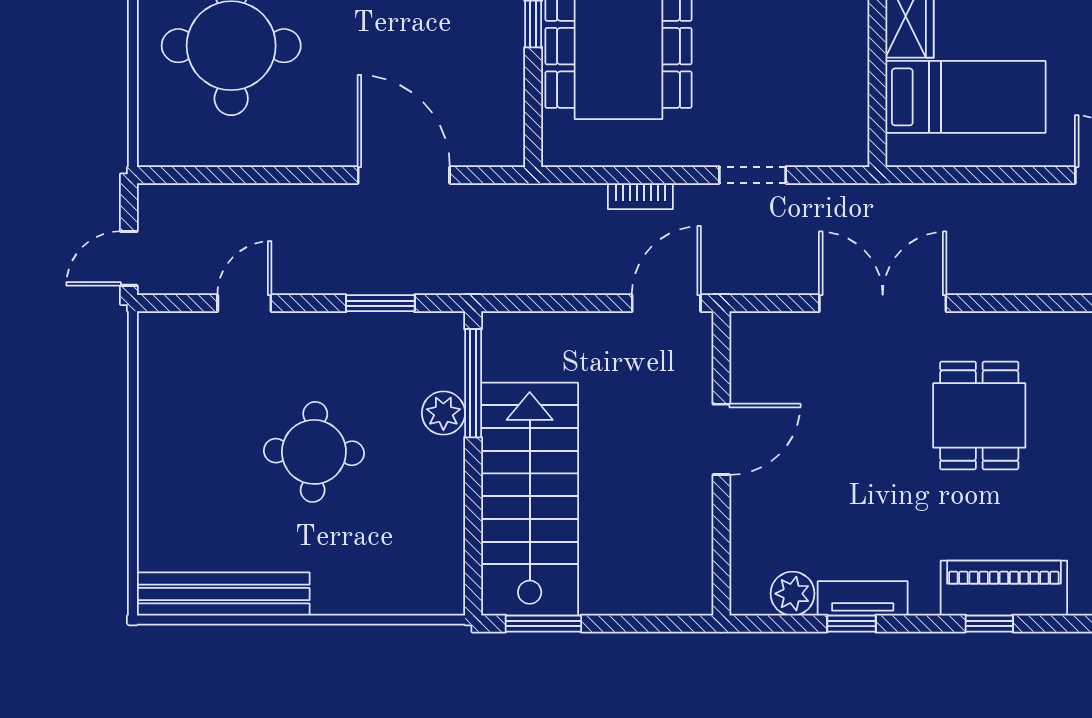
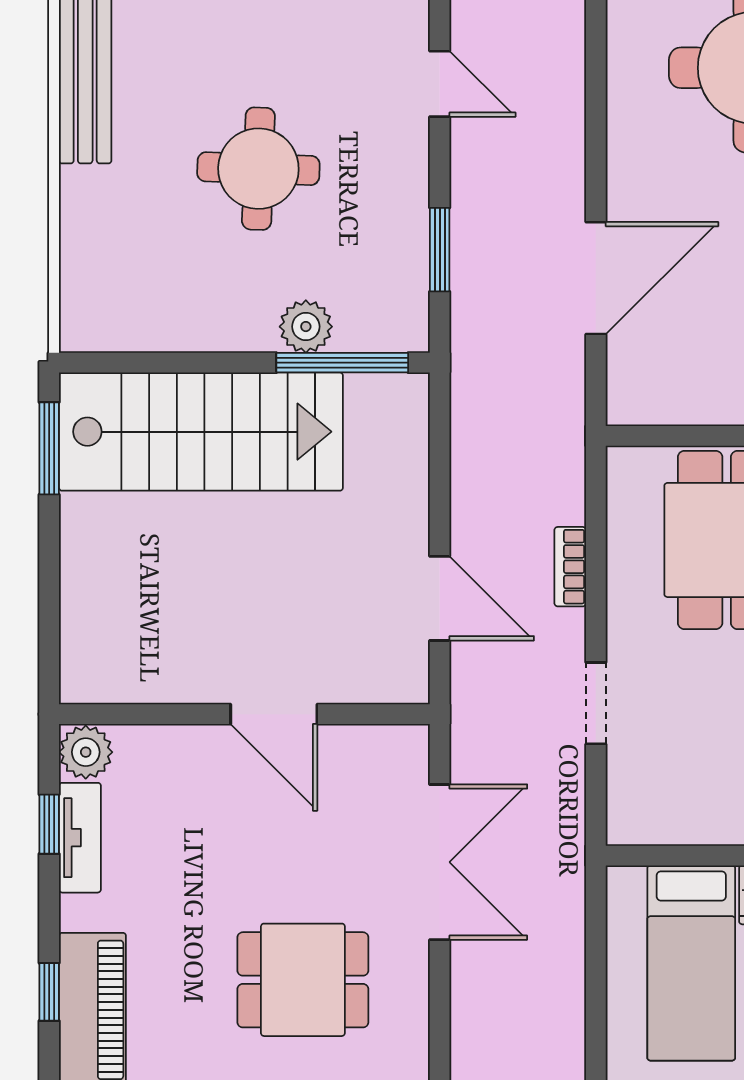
door: (721, 439) -> (274, 714), moved
wall: (721, 463) -> (244, 714), moved

